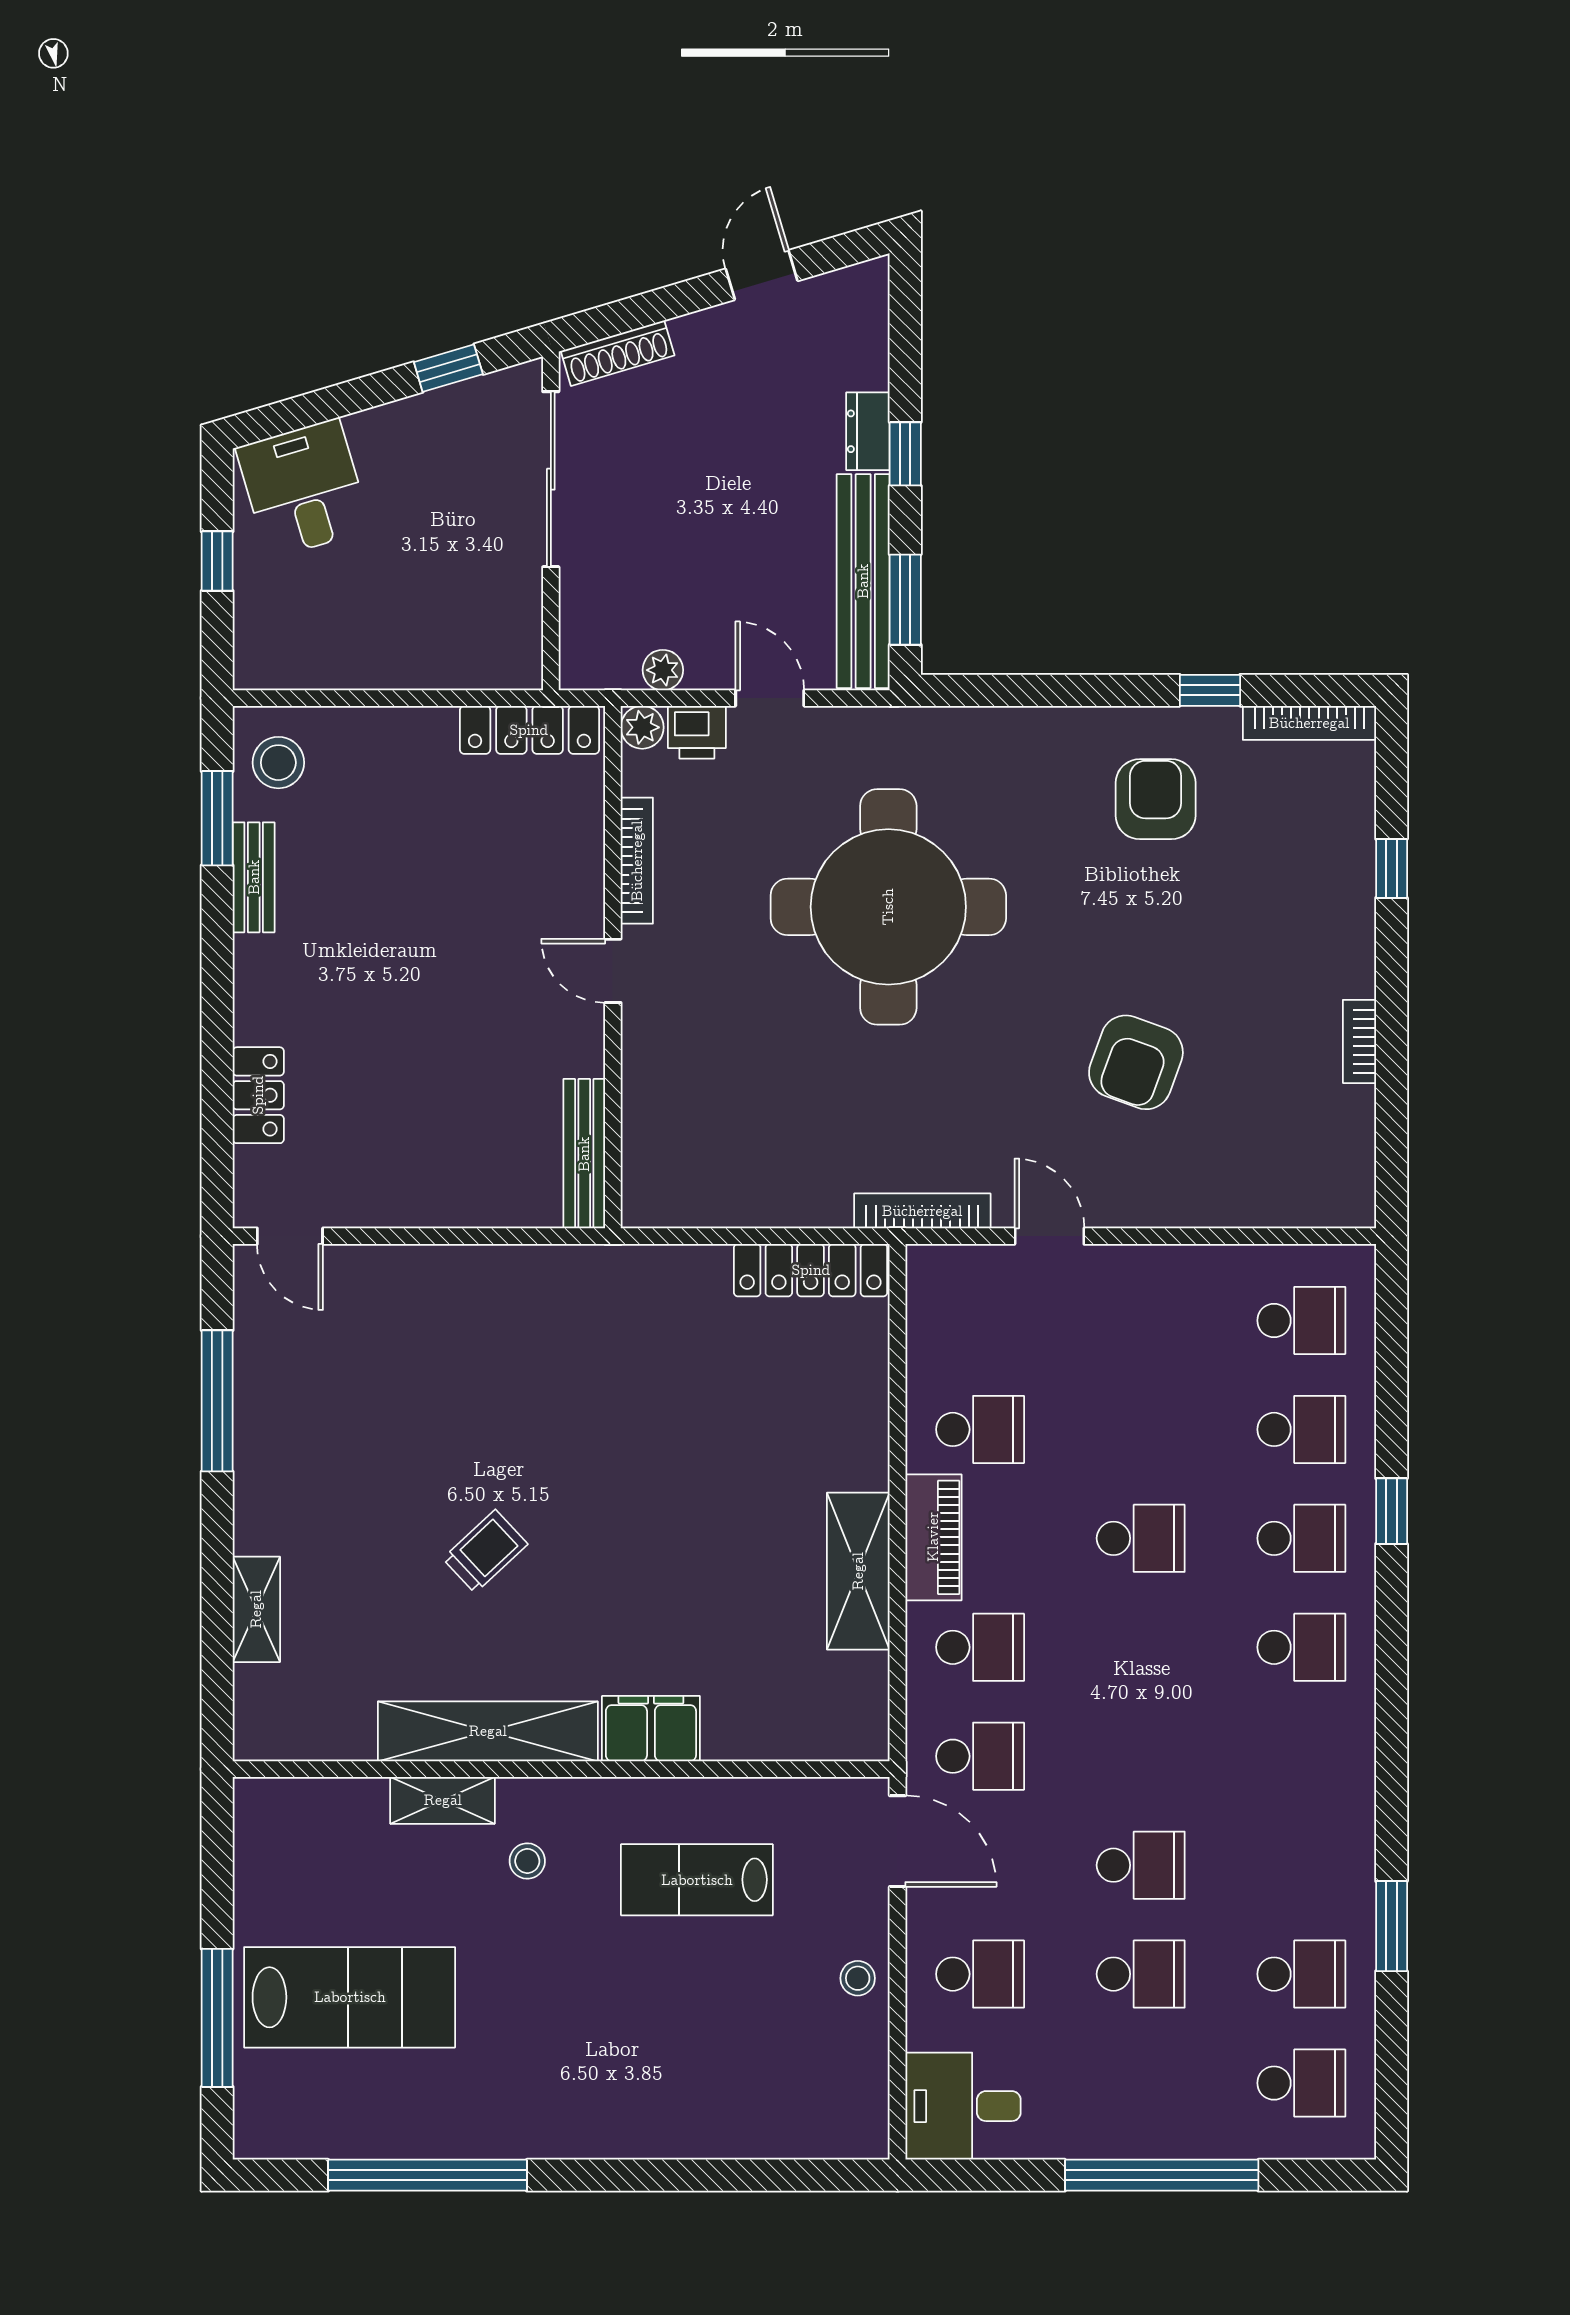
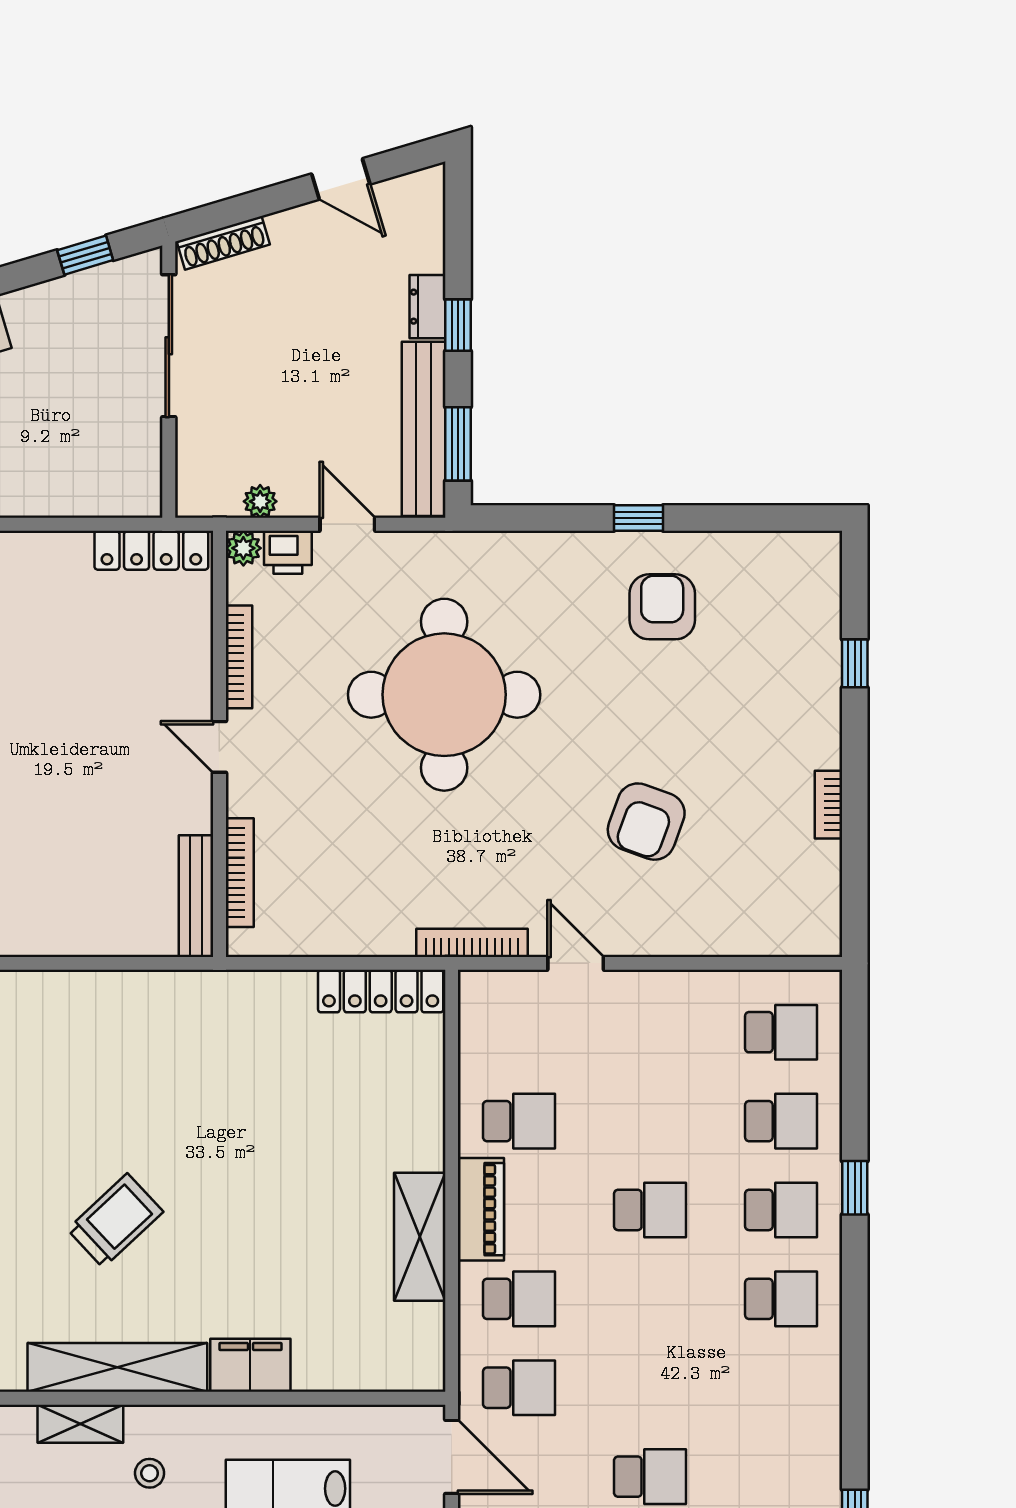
door: (762, 275) -> (341, 179), swing flipped
window: (1210, 690) -> (639, 518), moved
bookcase: (1309, 723) -> (240, 873), moved, turned -90
trolley: (485, 1551) -> (115, 1221), width x1.36, depth x1.39

